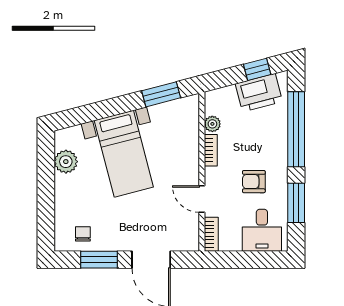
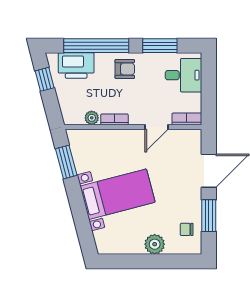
printer: (259, 93) -> (76, 66), moved, turned 105
plant: (66, 162) -> (155, 244), moved
armchair: (254, 182) -> (125, 69), moved, turned -90

